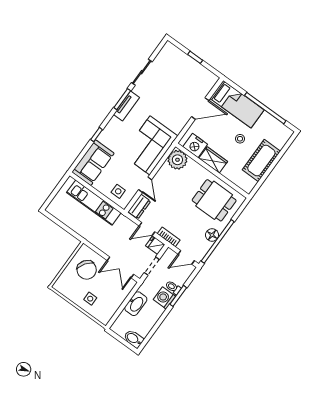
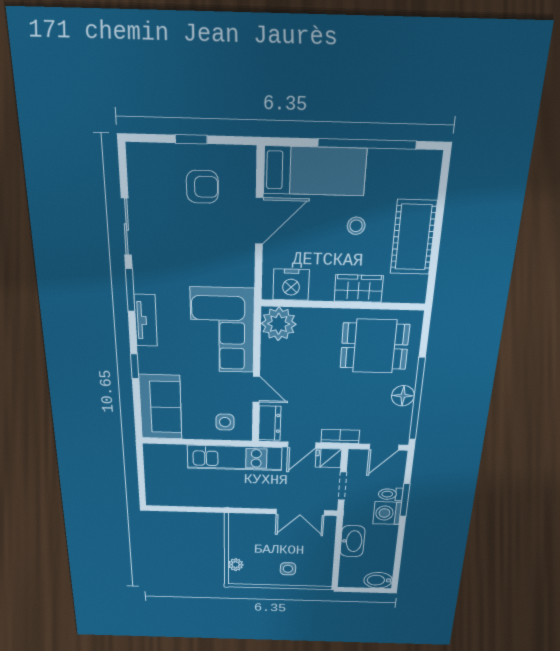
armchair: (186, 78) -> (202, 187), added
tv unit: (127, 106) -> (146, 320), moved
wardrobe: (213, 160) -> (359, 289), moved
kitchen unit: (94, 203) -> (235, 458), moved
chair: (87, 270) -> (258, 540), removed
plant: (64, 277) -> (236, 565), added

